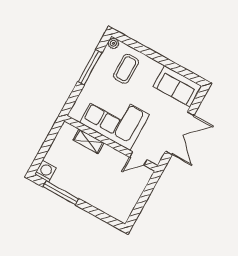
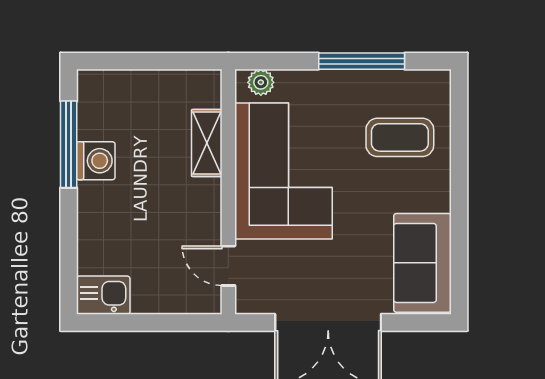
plant: (113, 43) -> (261, 82), moved
washing machine: (45, 171) -> (96, 161), moved
kitchen sink: (124, 211) -> (103, 295), added

